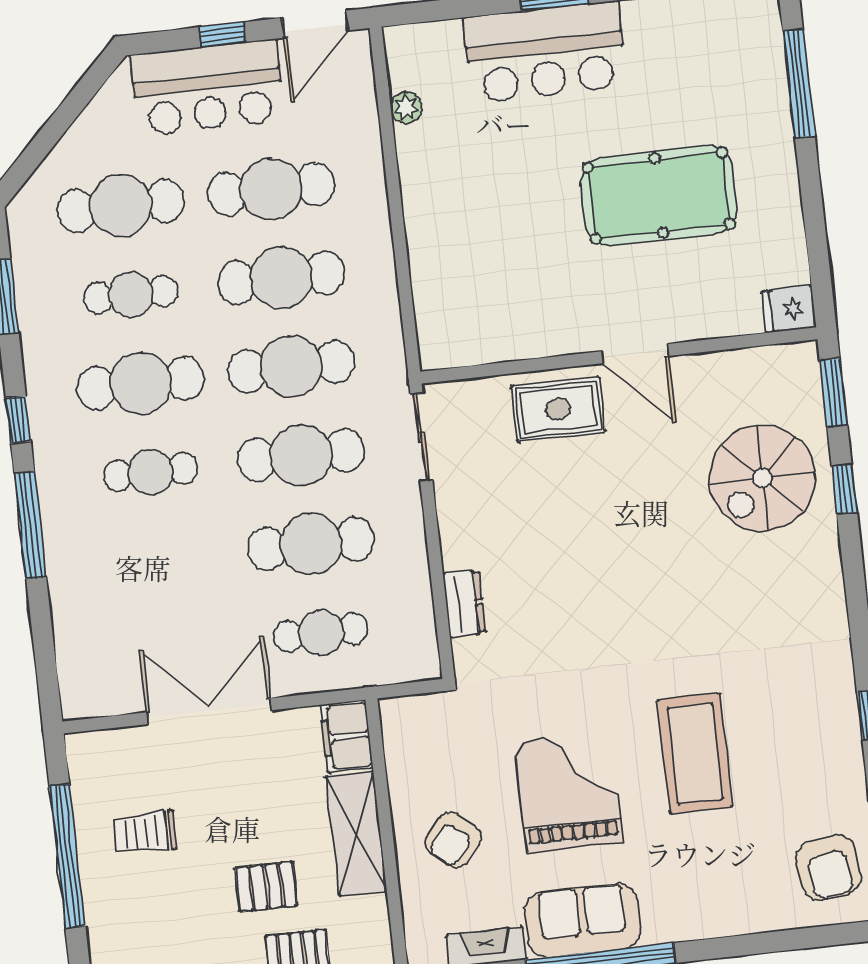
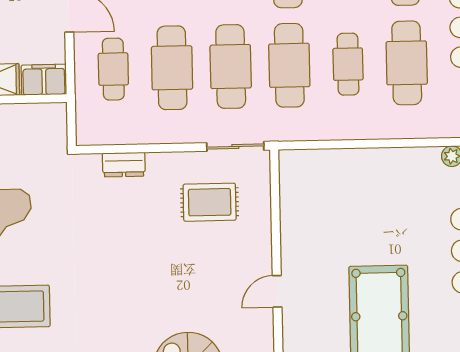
cafe table: (281, 278) -> (348, 64), width x0.73, depth x0.74
door: (635, 354) -> (277, 291), width x0.73
rug: (558, 409) -> (210, 202), moved, turned 90

